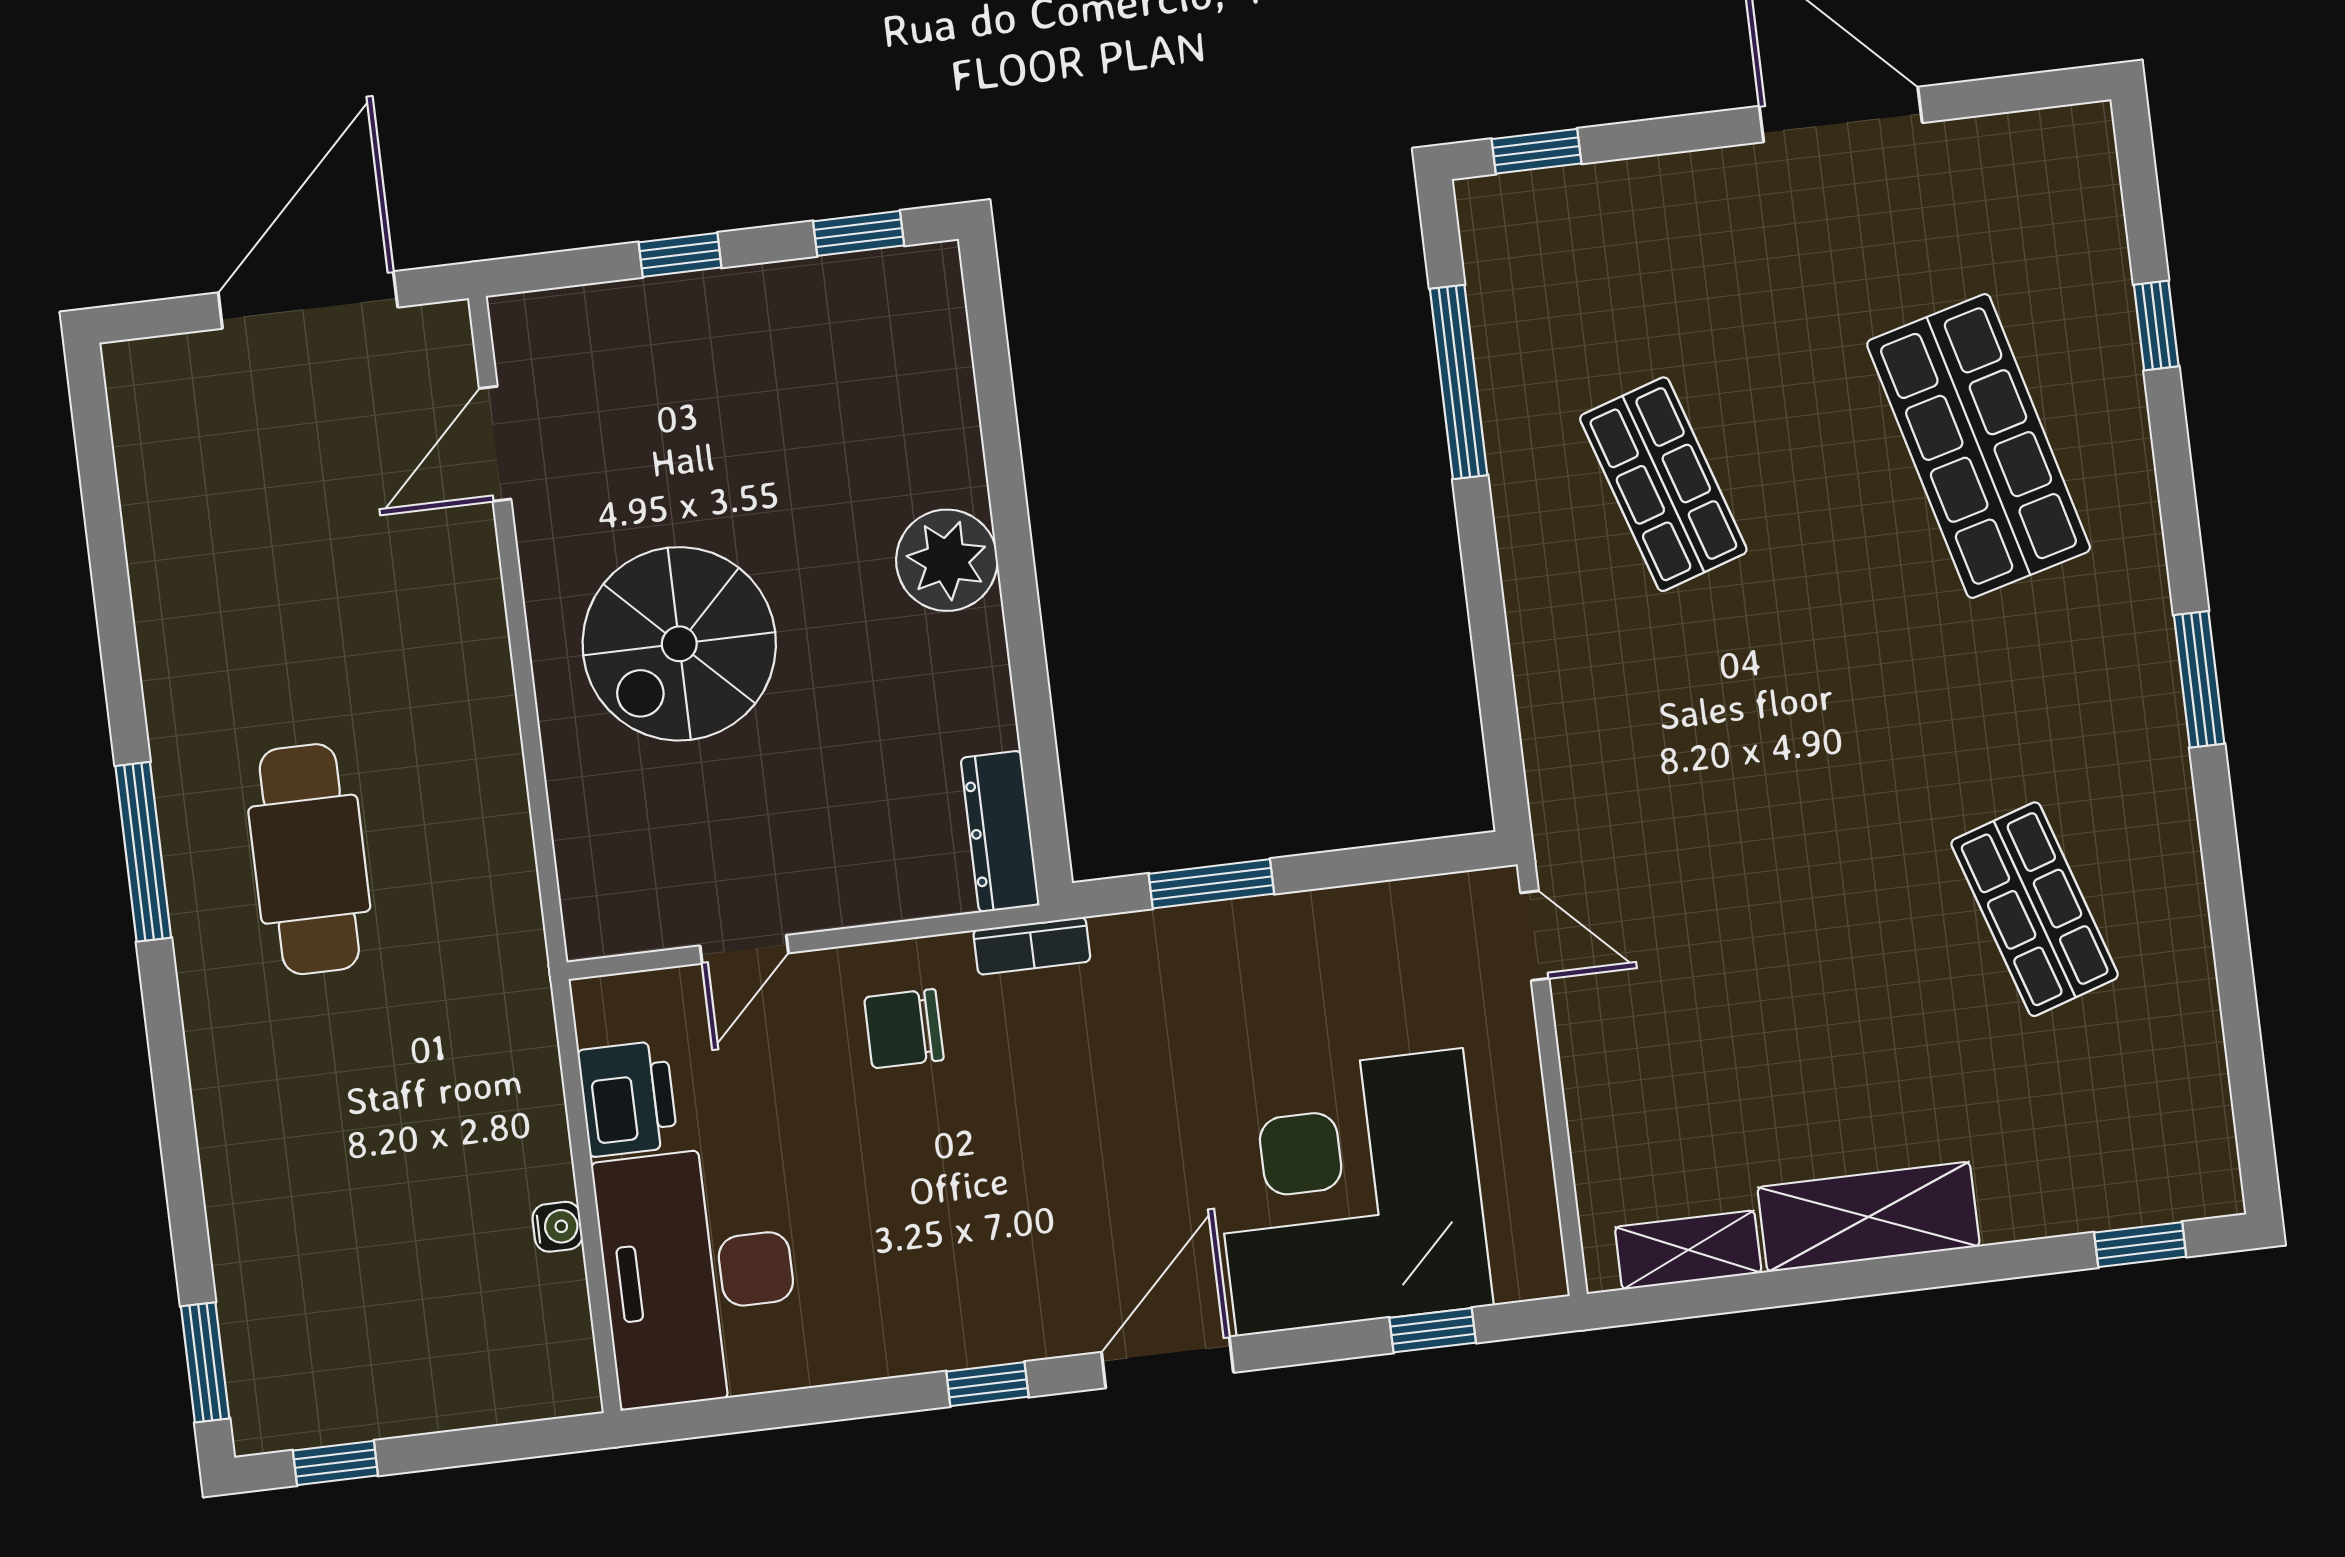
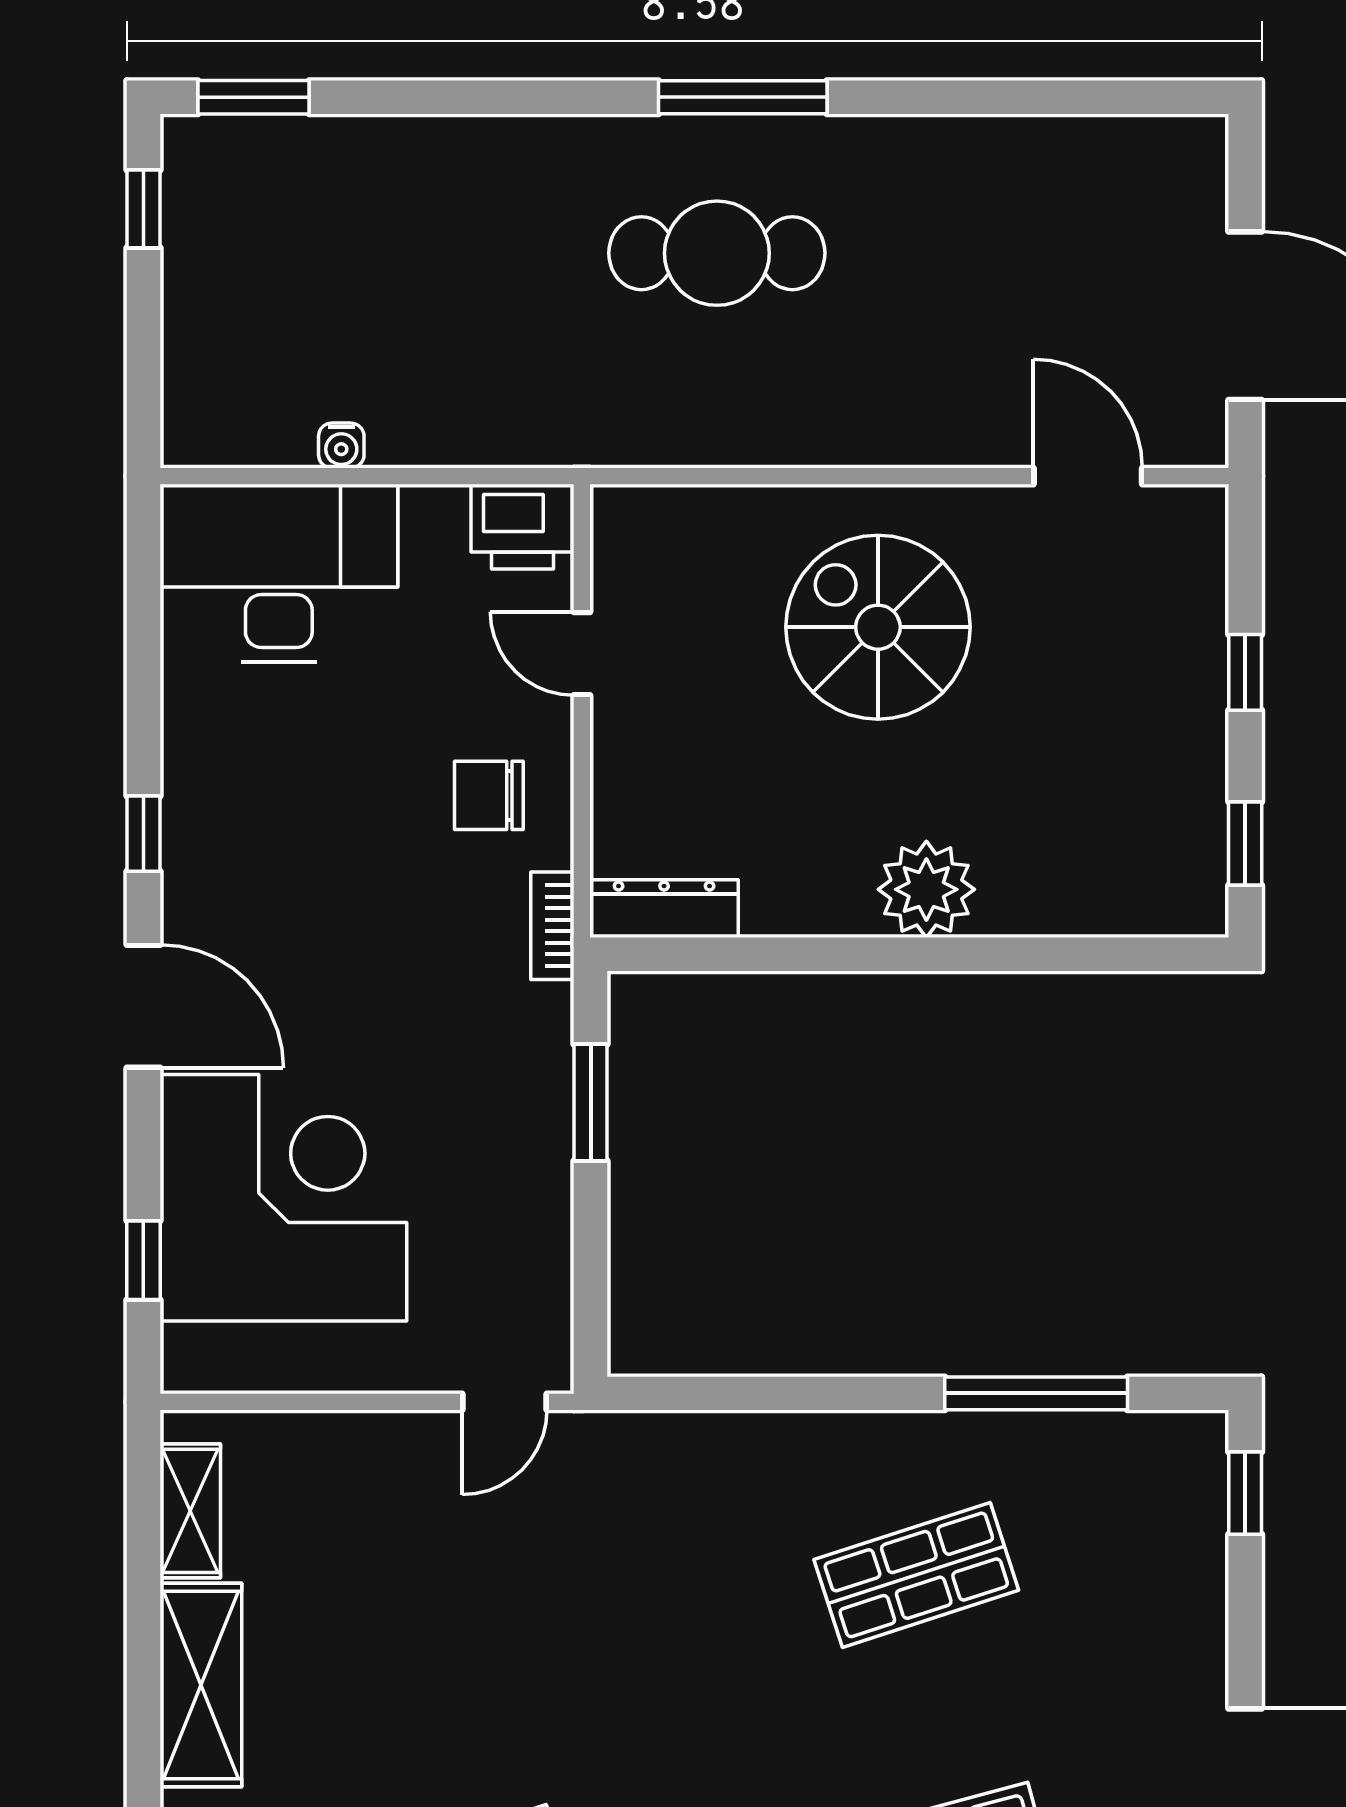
chair: (904, 1029) -> (489, 795), turned -90
printer: (628, 1099) -> (523, 527), moved

